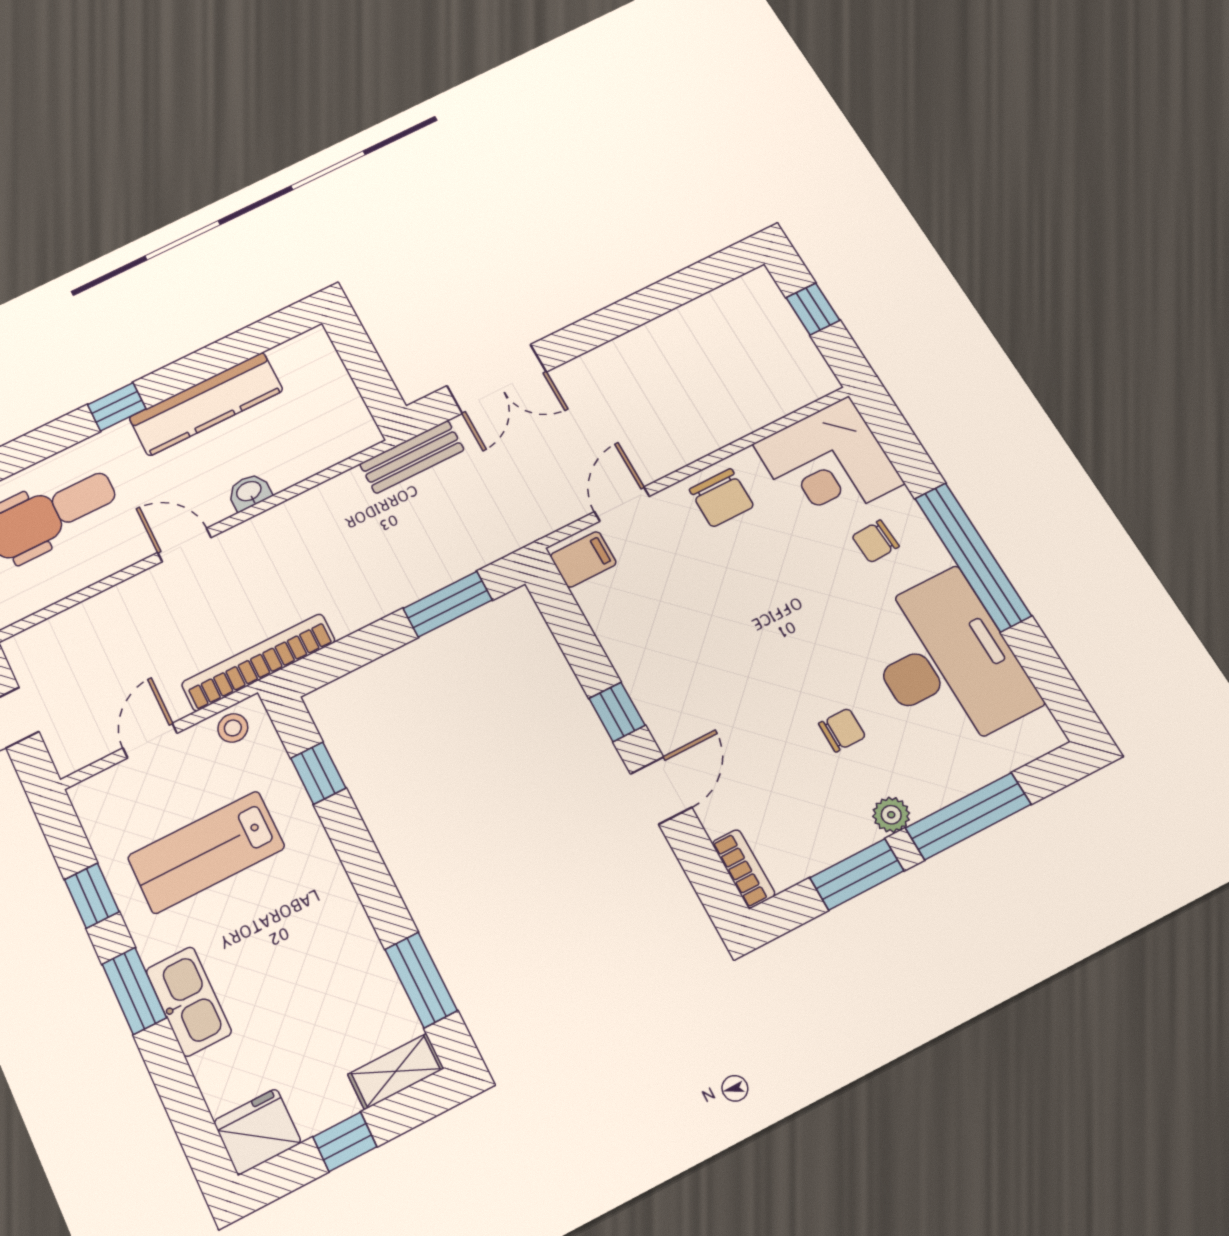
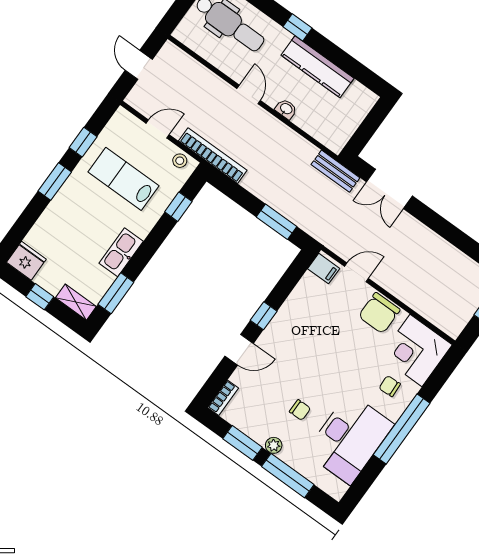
chair: (721, 498) -> (379, 313), width x1.37, depth x1.37
kitchen sink: (189, 1001) -> (121, 252), moved, turned 180

